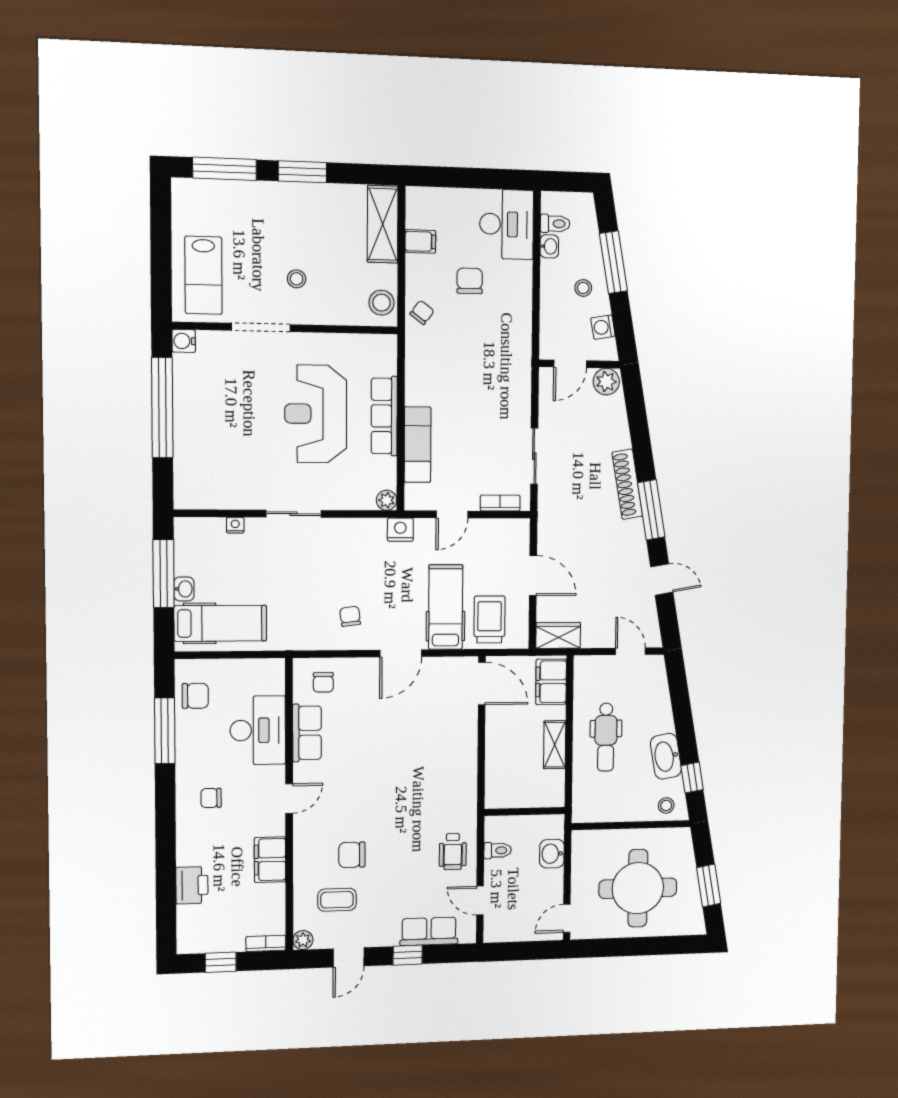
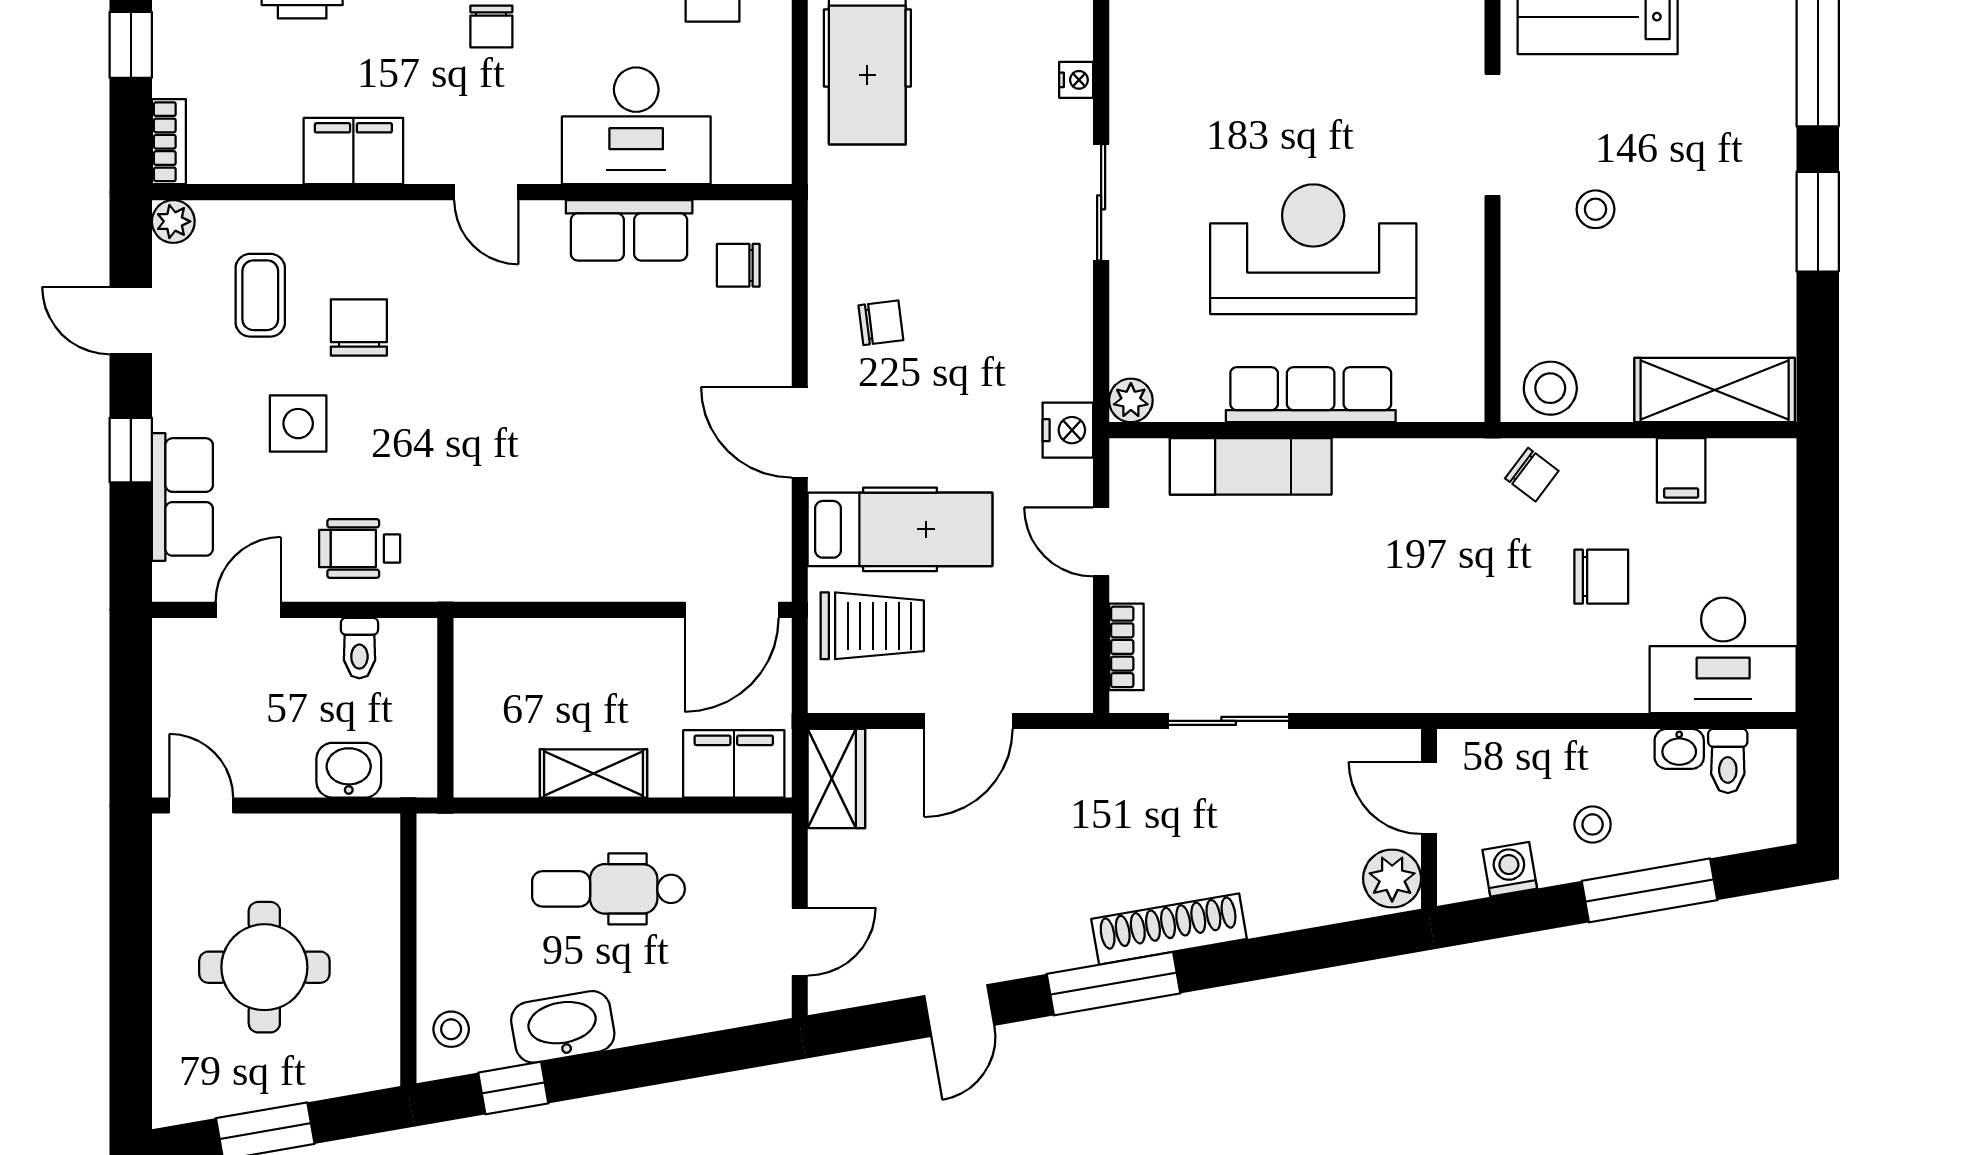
chair: (211, 798) -> (491, 26), turned 180
side table: (396, 881) -> (298, 424), added
round table: (638, 888) -> (264, 967), width x0.73, depth x0.73

